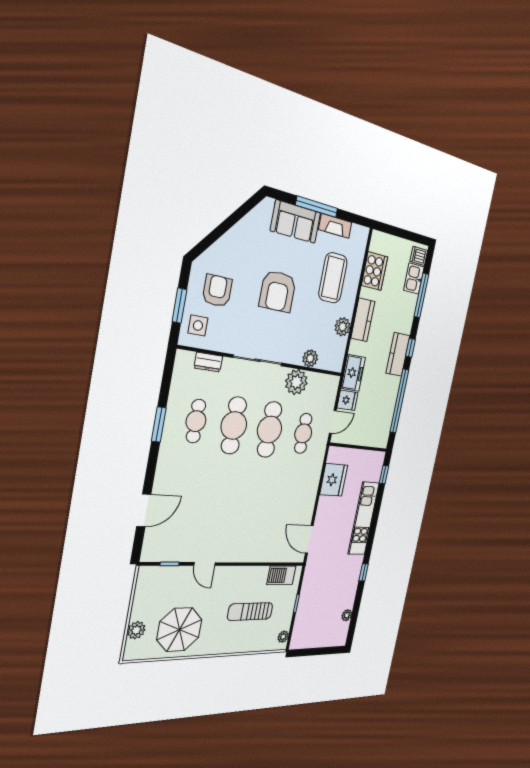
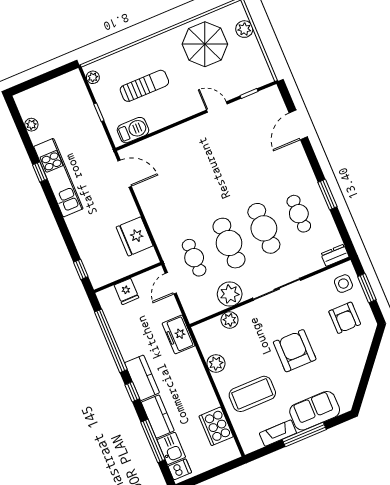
coffee table: (333, 278) -> (252, 394), turned 90
kitchen counter: (363, 320) -> (158, 416), moved, turned 180
dresser: (208, 362) -> (335, 255), moved
fridge: (347, 400) -> (126, 291), moved, turned -90
kitchen unit: (364, 518) -> (58, 178), moved

